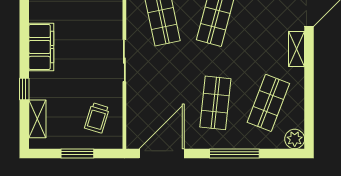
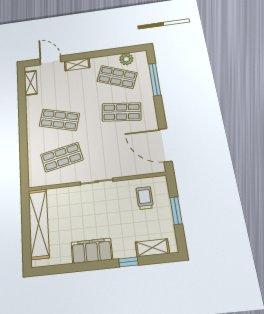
trolley: (97, 118) -> (145, 198), turned -107
plant: (295, 139) -> (126, 59), moved
window: (234, 153) -> (155, 79), moved

